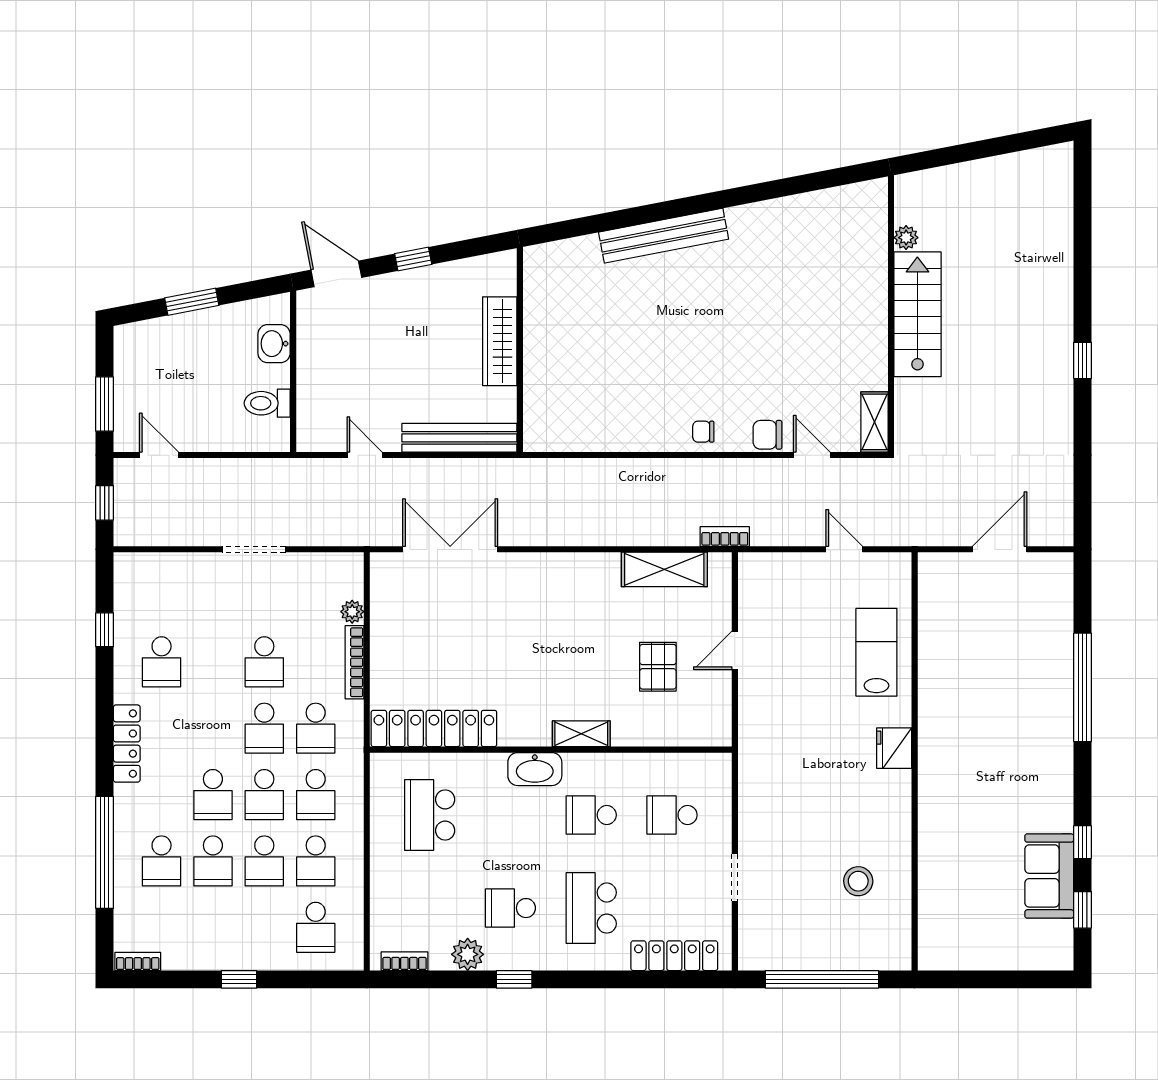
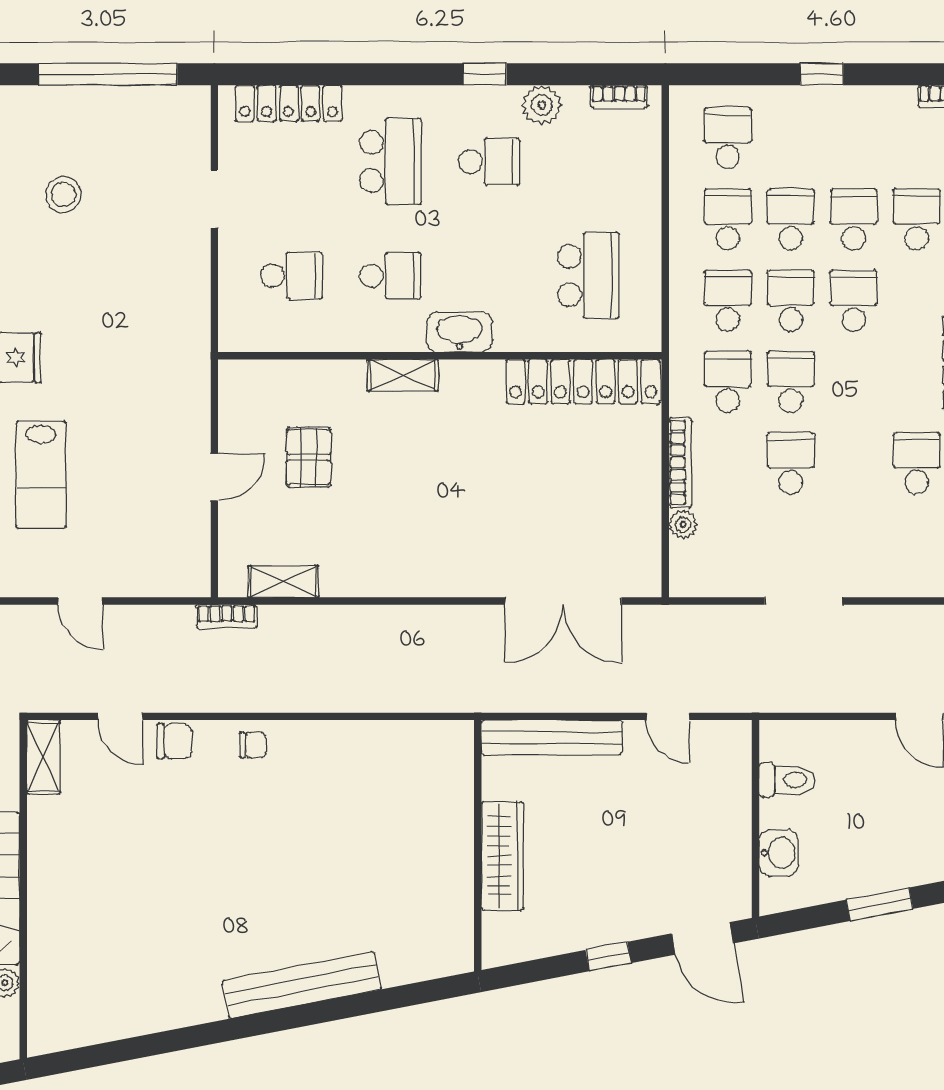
shelving: (664, 569) -> (283, 582), width x0.67, depth x0.75

